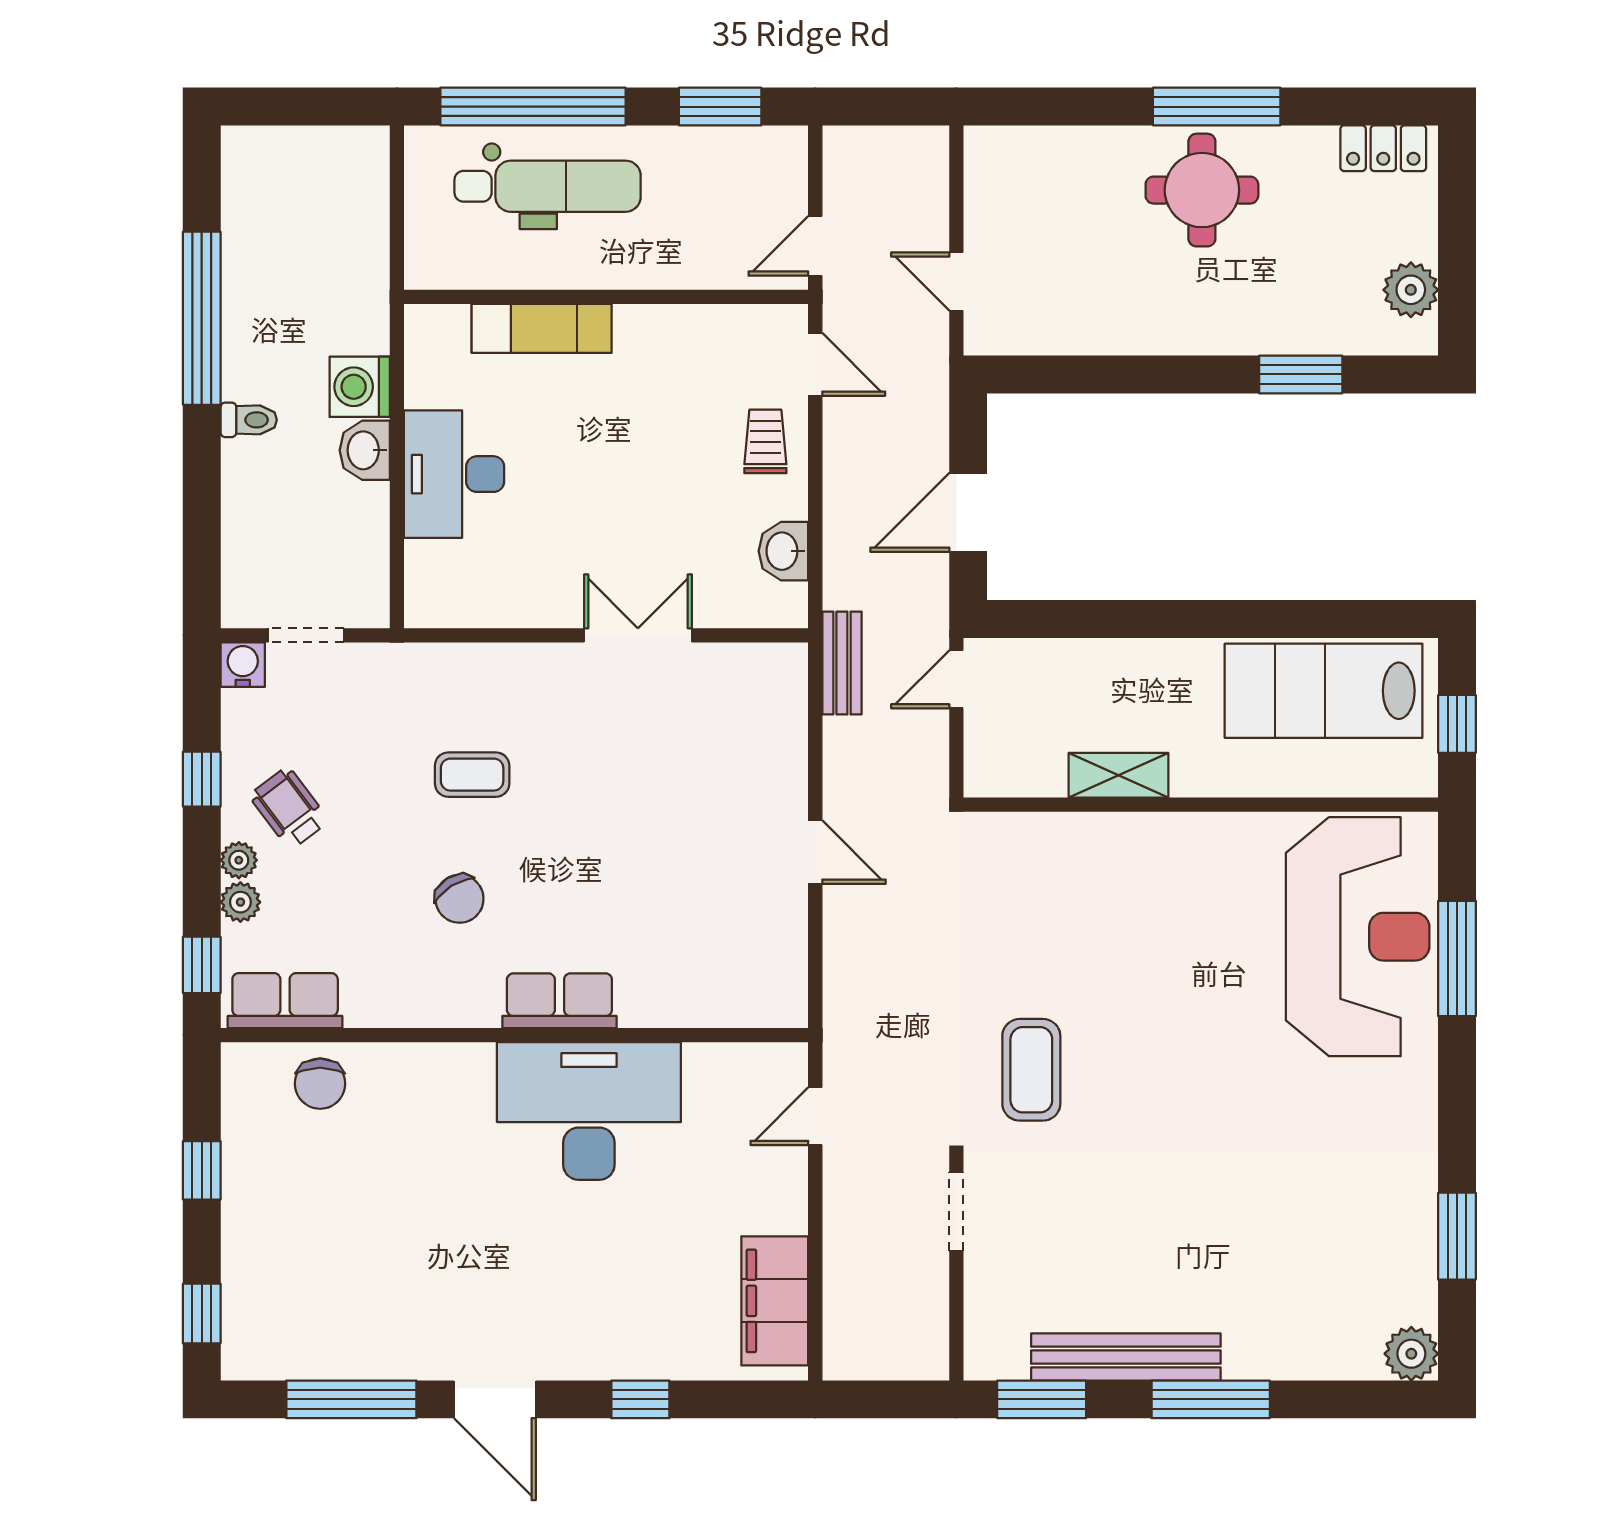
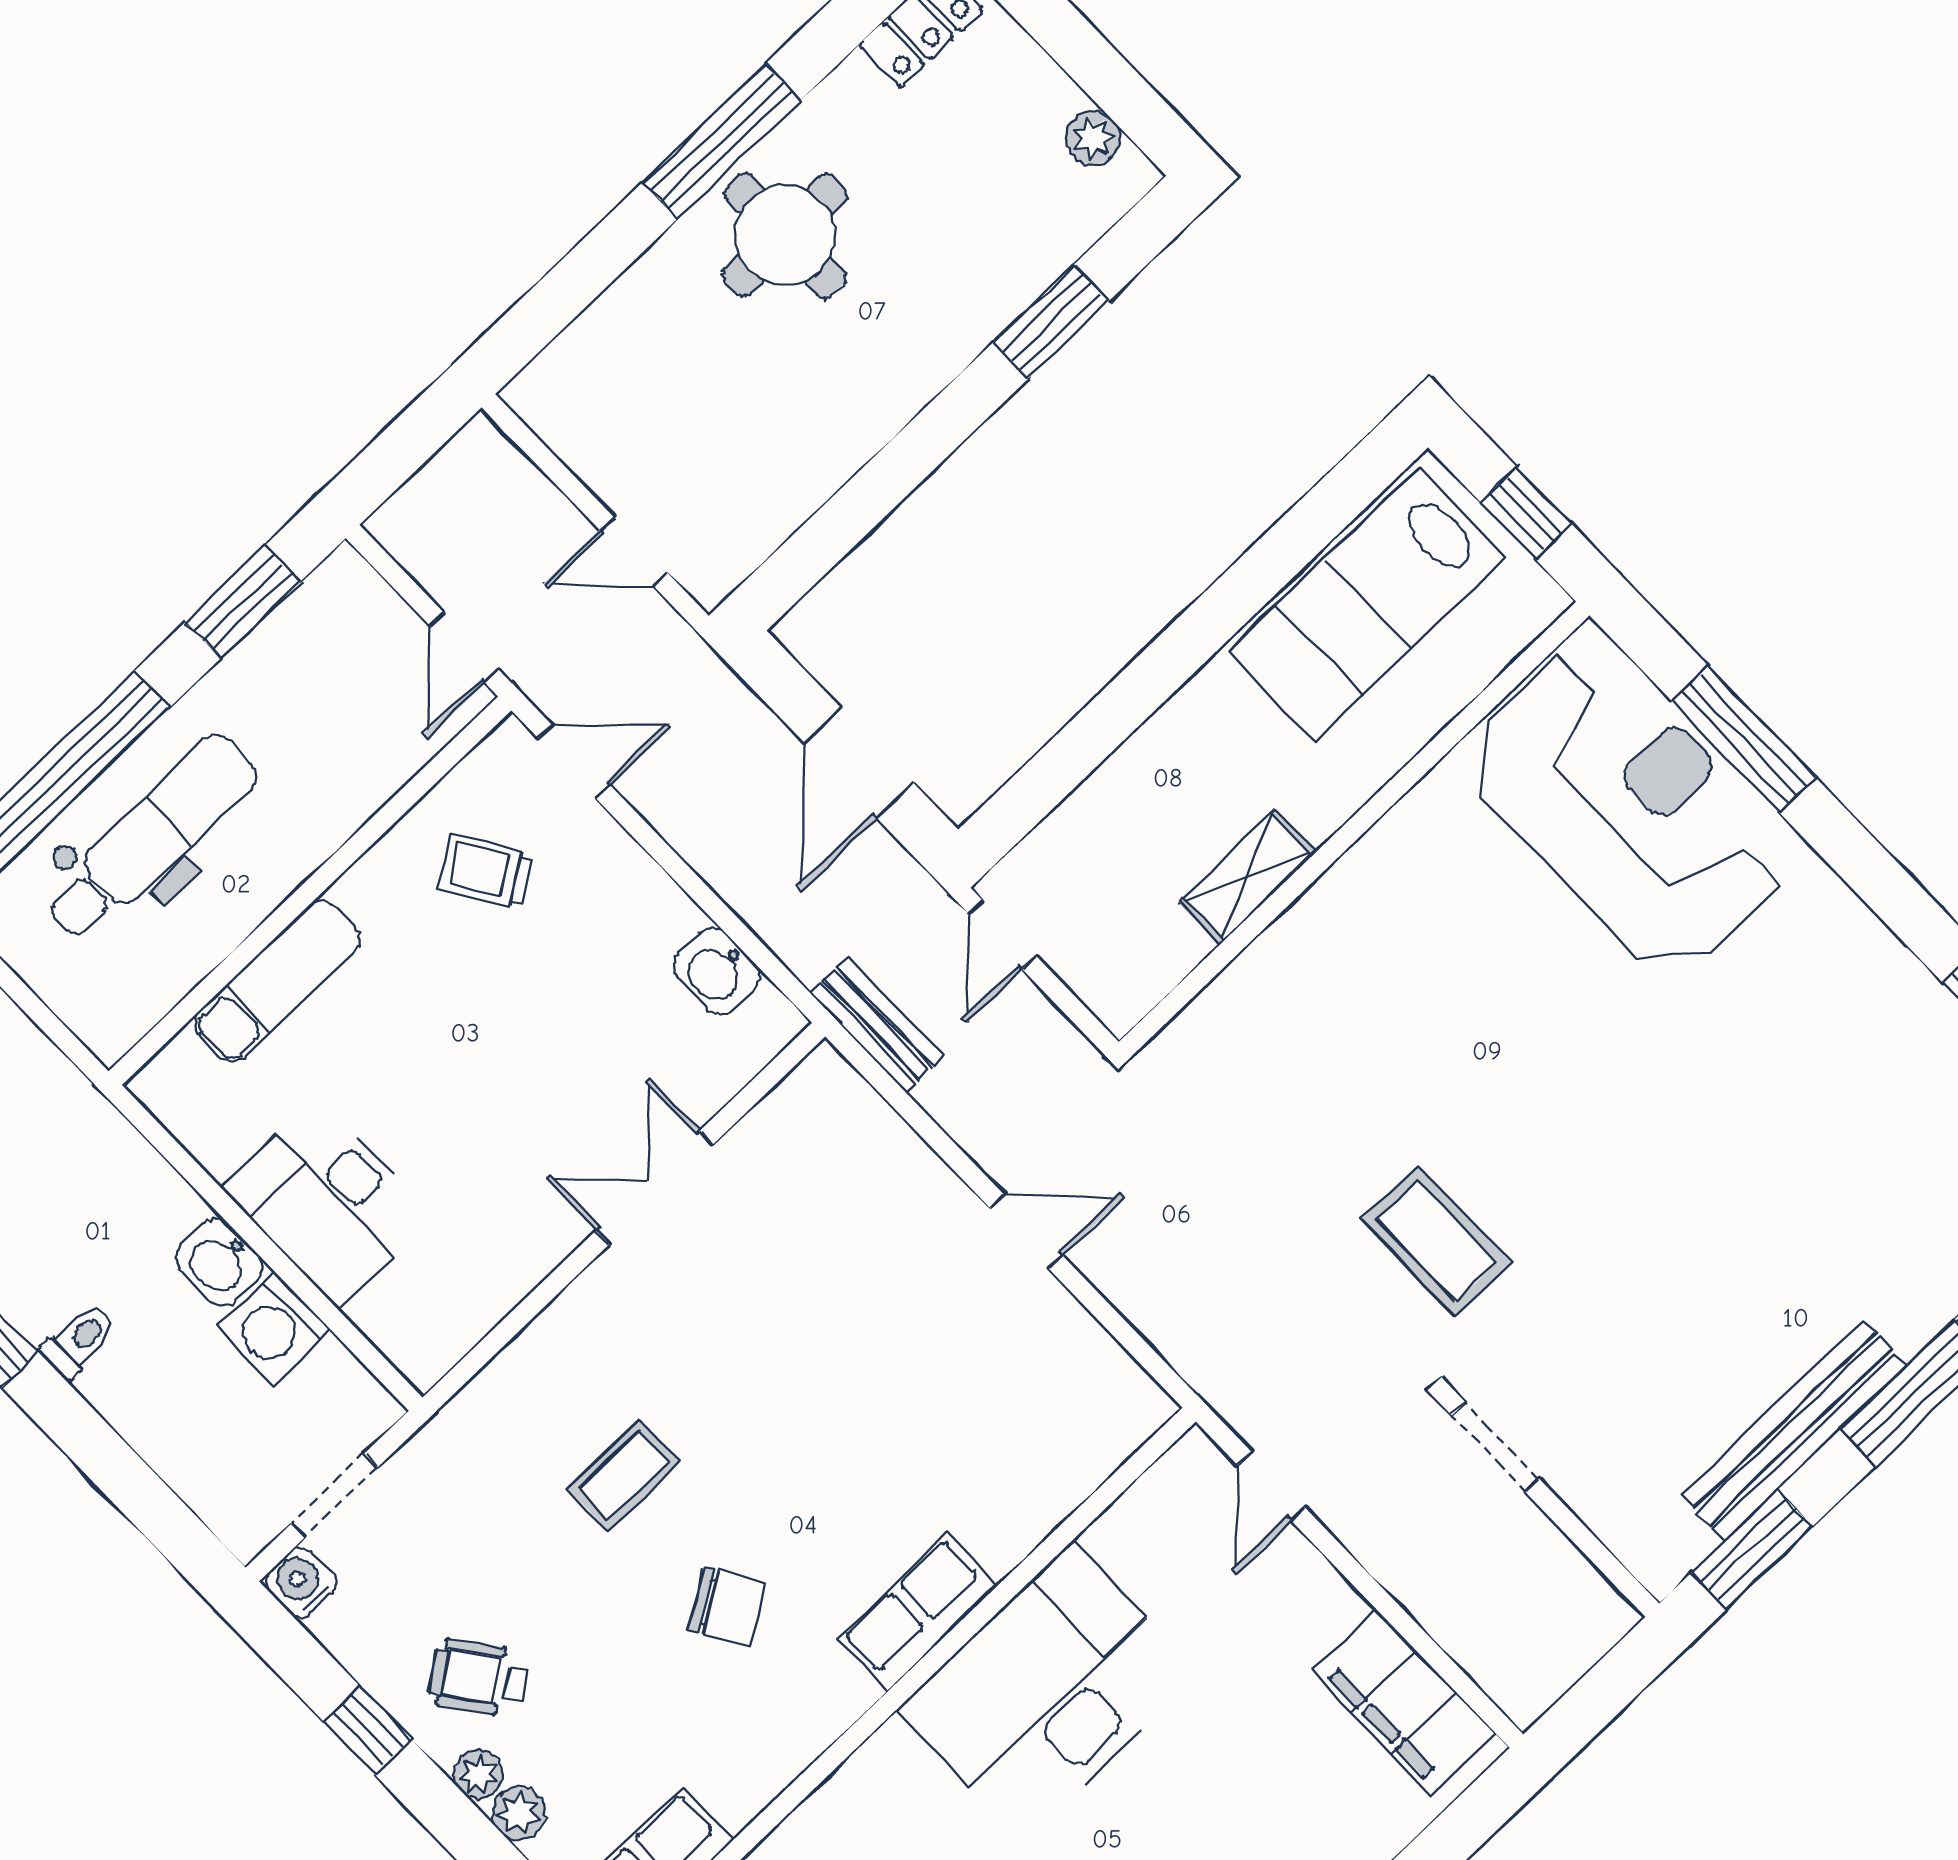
plant: (1411, 290) -> (1093, 138), width x0.73, depth x0.73
washing machine: (360, 387) -> (274, 1328), moved
trolley: (765, 441) -> (486, 871), moved, turned -32

